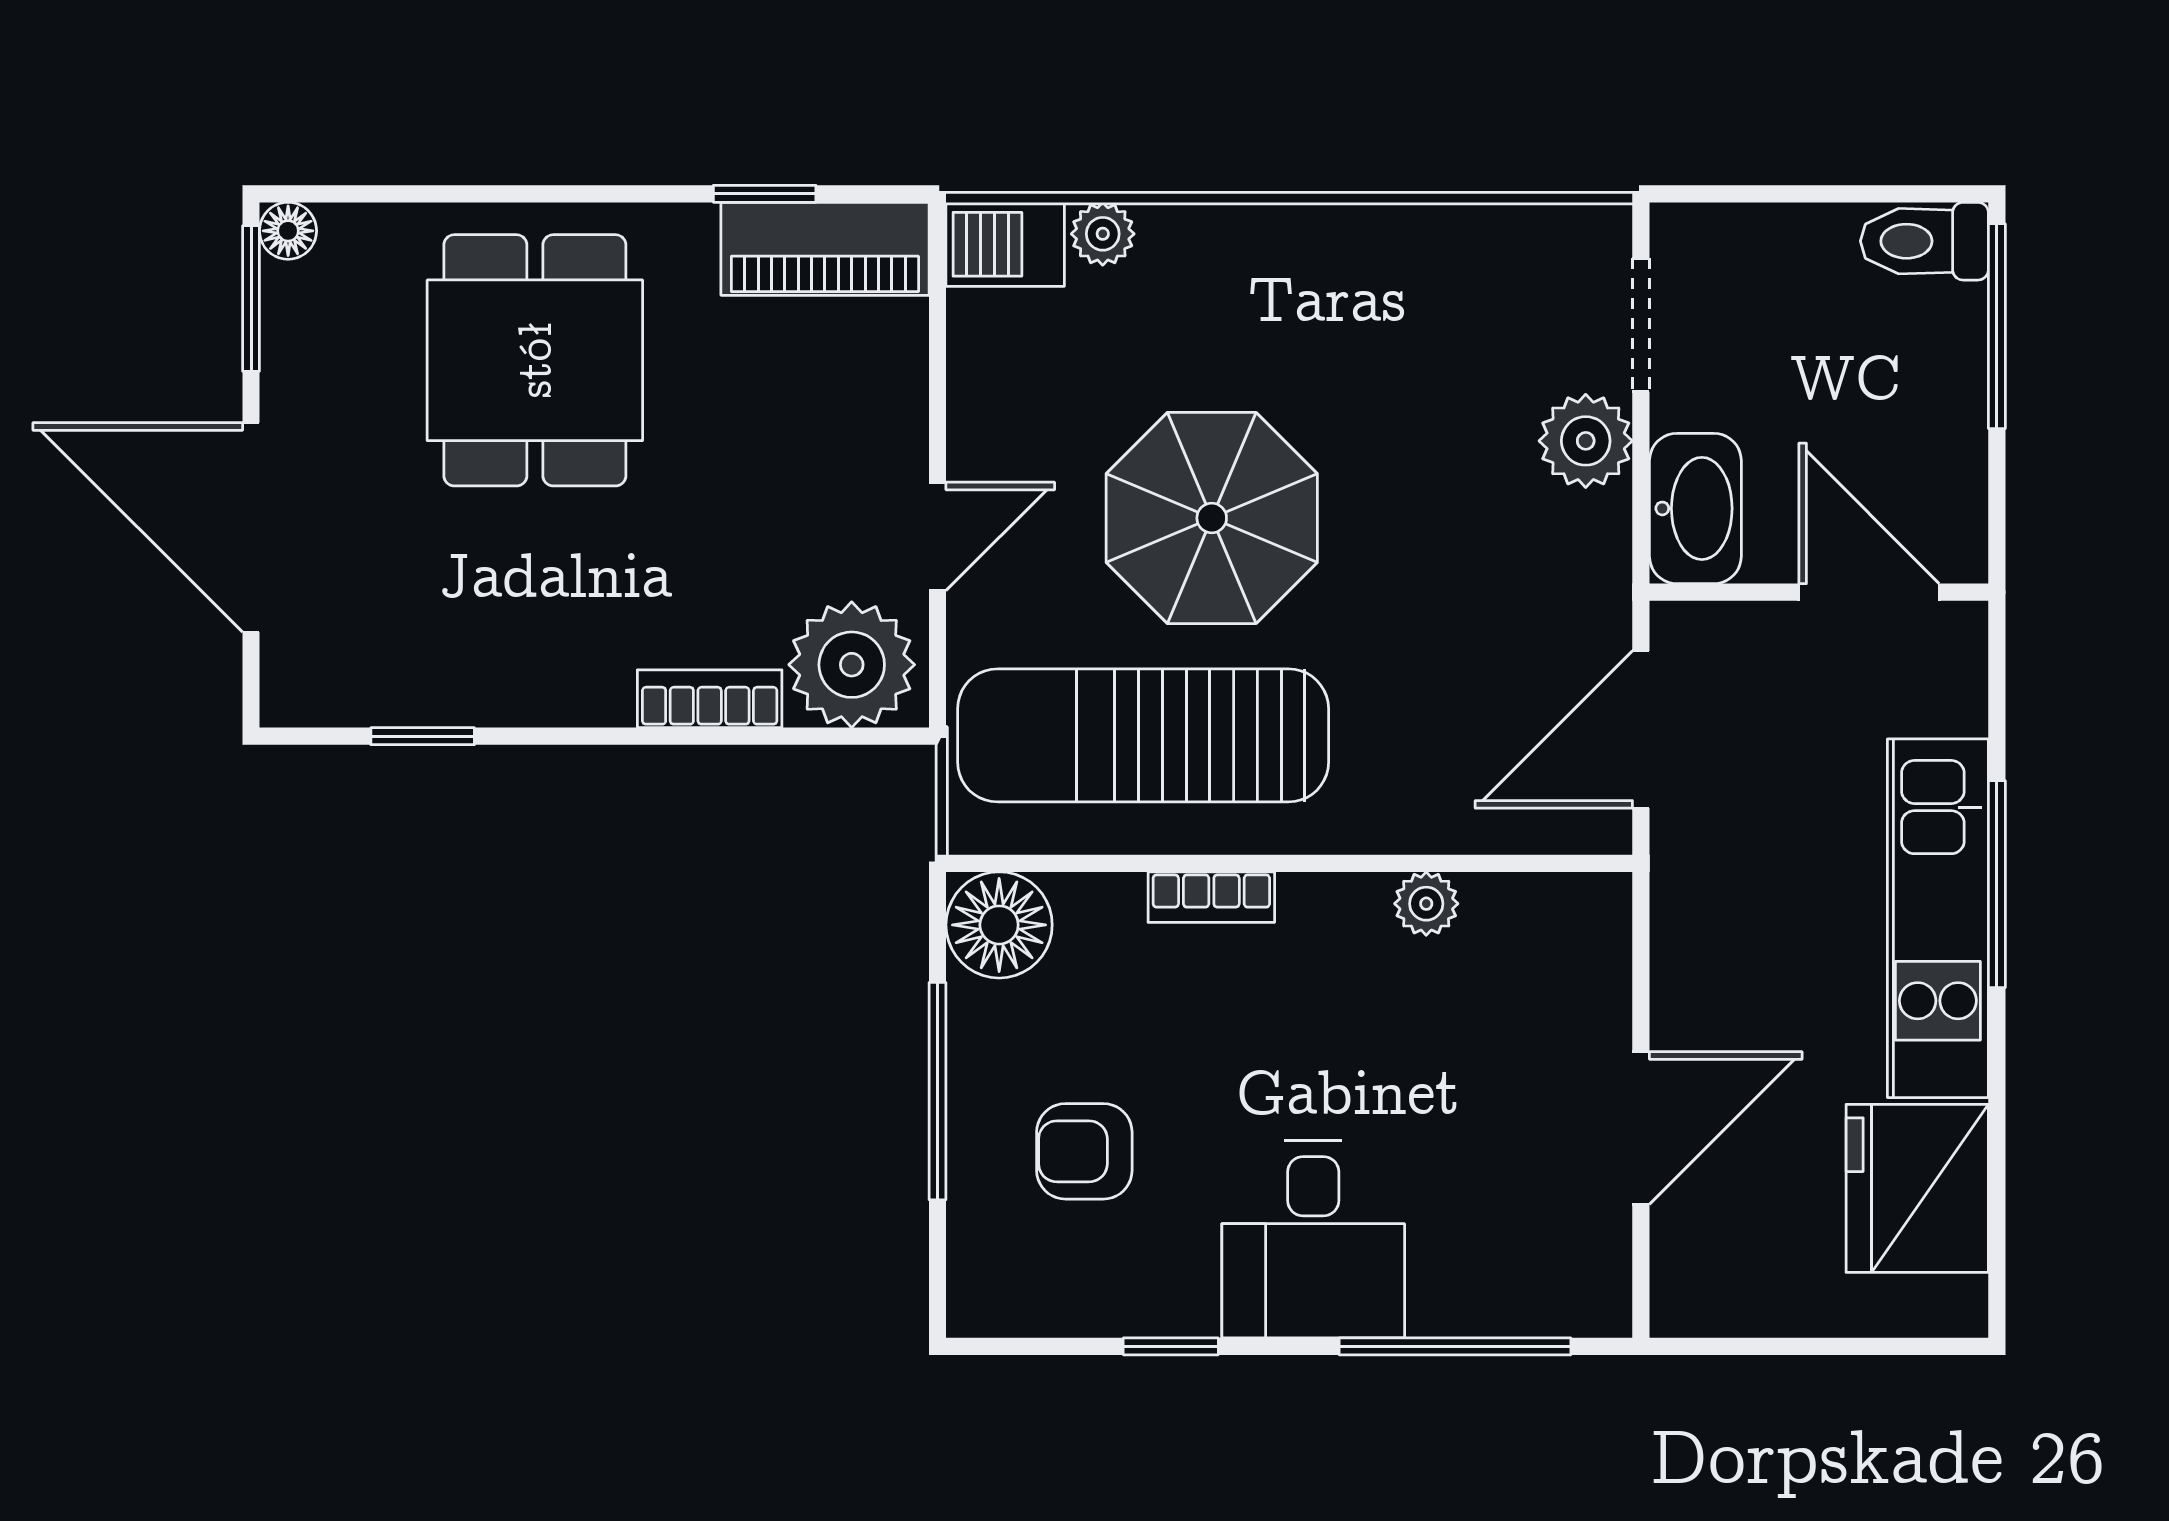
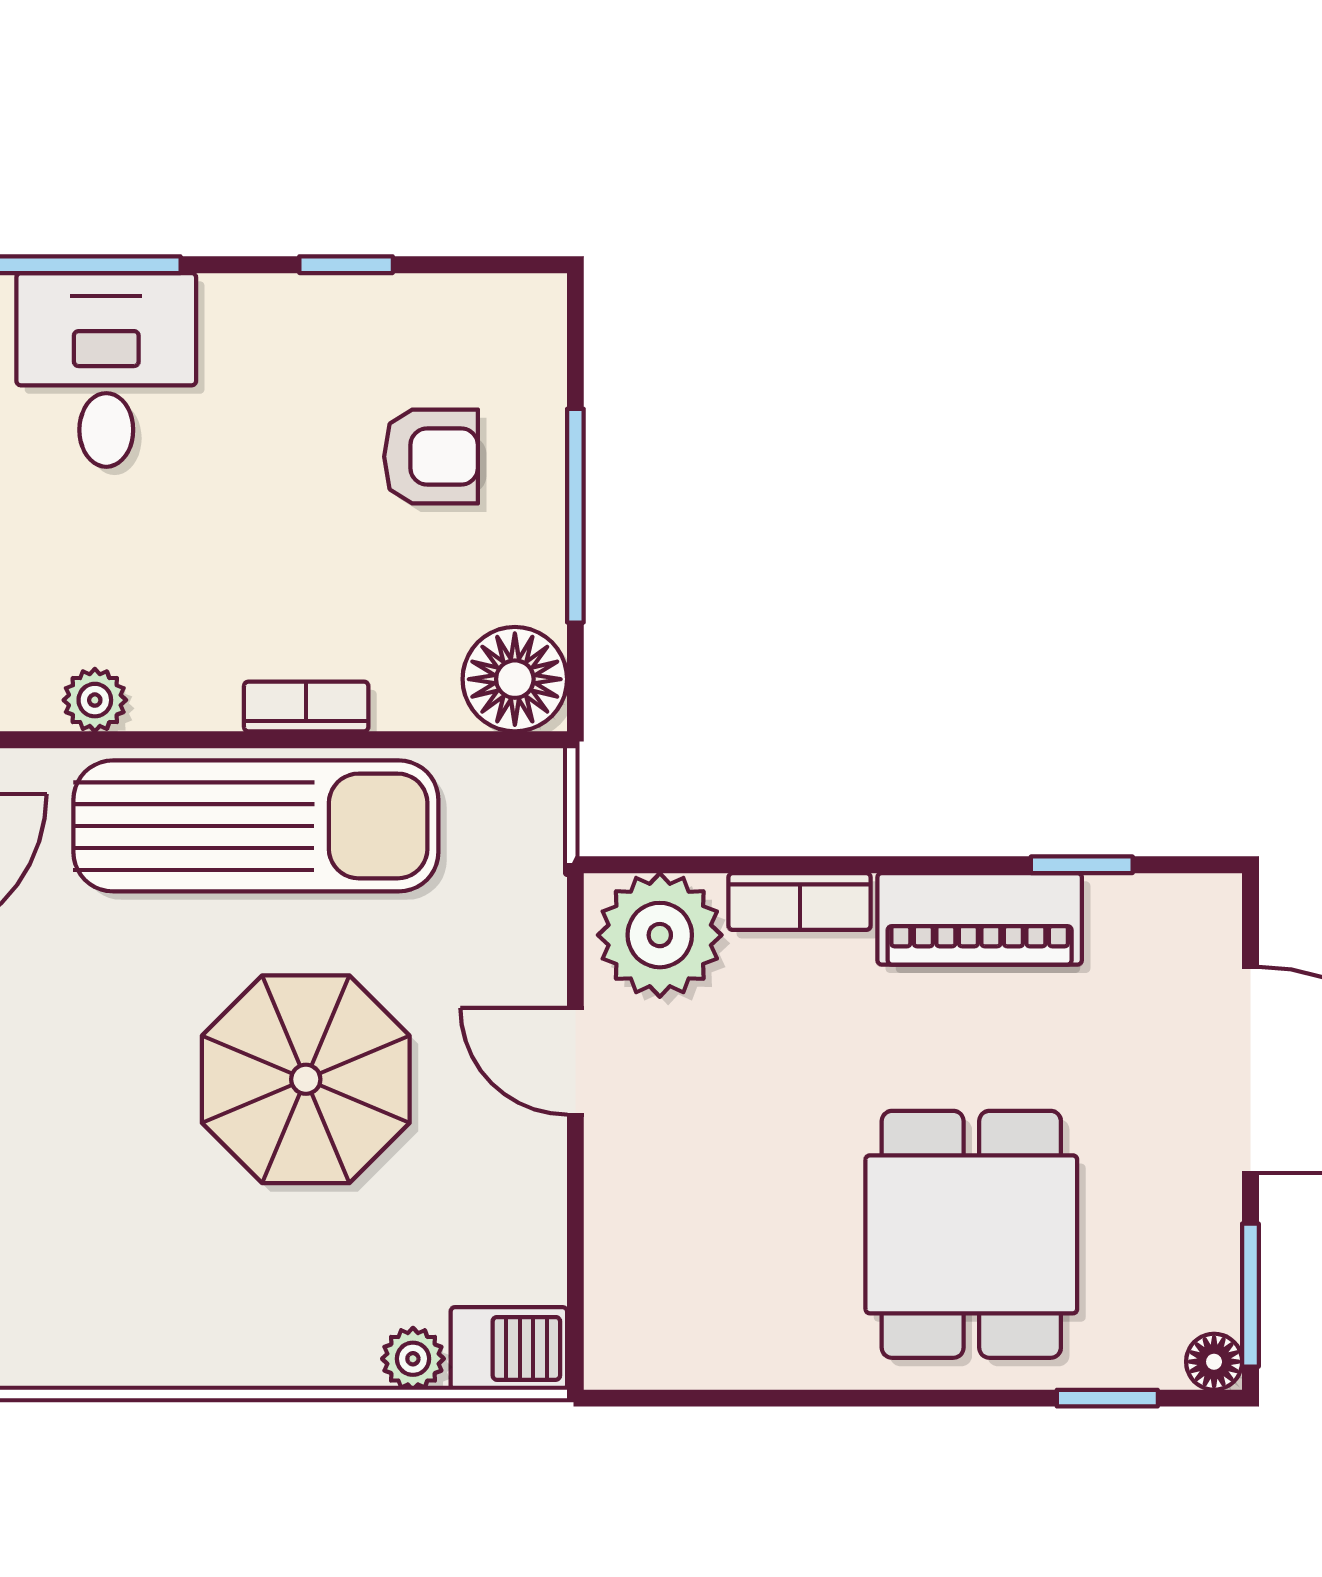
window: (765, 194) -> (1107, 1398), moved
piano: (825, 249) -> (980, 919), moved, turned 180
door: (938, 536) -> (575, 1061), hinge flipped
sun lounger: (1143, 735) -> (256, 826), moved
desk: (1313, 1239) -> (106, 370), moved

